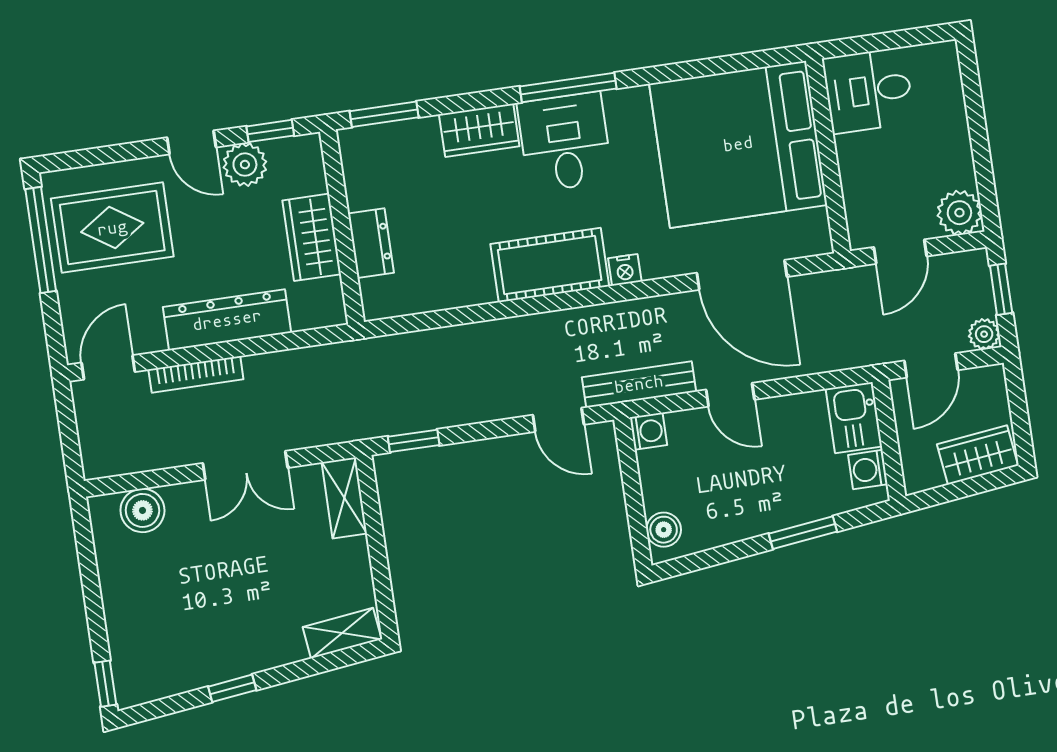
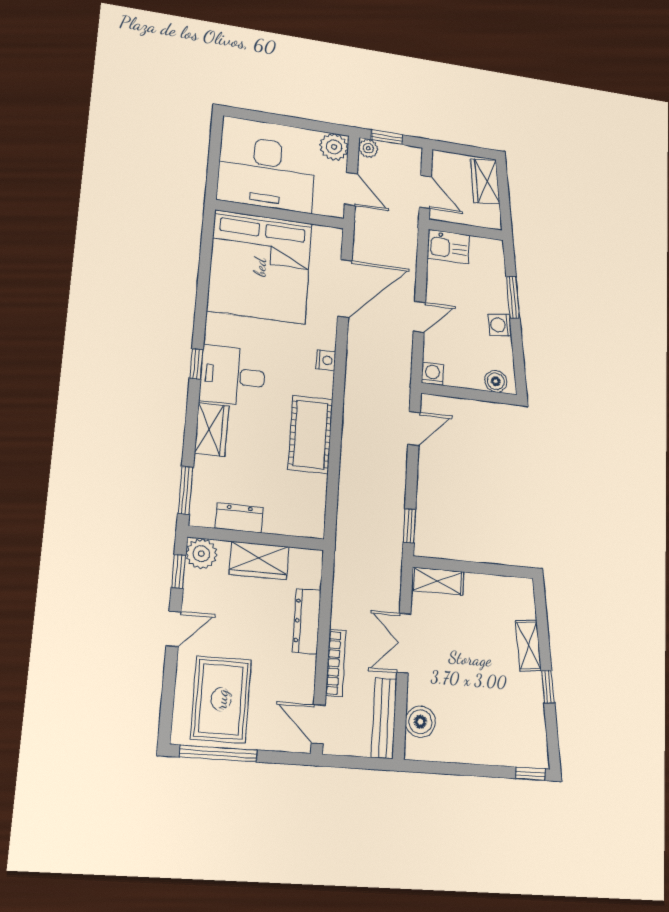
window: (568, 87) -> (196, 364), width x0.46
desk: (868, 90) -> (266, 173), width x1.87, depth x1.30
plant: (245, 165) -> (201, 554), moved
dresser: (371, 243) -> (239, 518), moved
cot: (550, 265) -> (311, 434), moved
dresser: (227, 320) -> (307, 621), width x0.73, depth x0.80
plant: (984, 334) -> (368, 148), moved
bench: (639, 384) -> (384, 718), moved
double door: (245, 465) -> (404, 643), swing flipped
washing machine: (868, 470) -> (500, 325), moved, turned 83
shelving: (342, 633) -> (528, 645), moved

